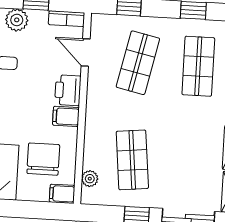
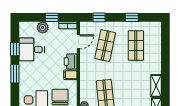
door: (86, 53) -> (78, 42), swing flipped

